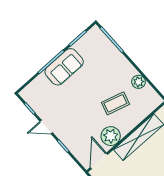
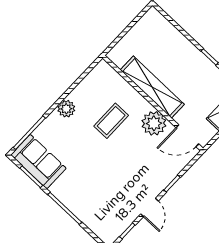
sofa: (64, 67) -> (38, 162), moved
plant: (138, 82) -> (66, 109), moved
coffee table: (115, 103) -> (111, 121), turned 74

